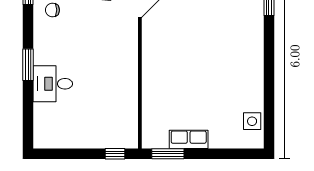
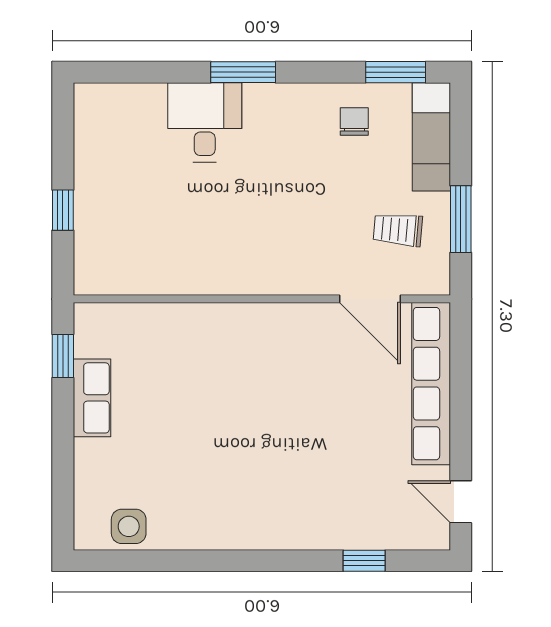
window: (115, 154) -> (63, 210), moved
window: (168, 154) -> (63, 356), width x0.67

